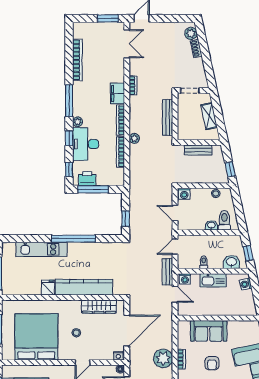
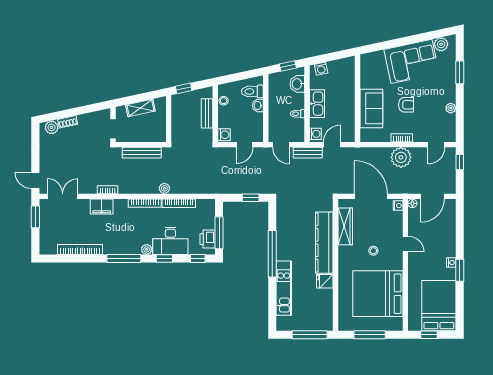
filing cabinet: (117, 94) -> (102, 207), moved
bench: (198, 150) -> (207, 113), moved
window: (230, 169) -> (184, 88), moved

